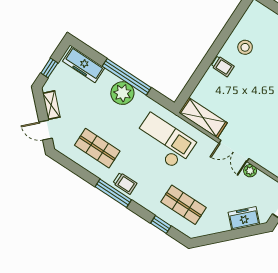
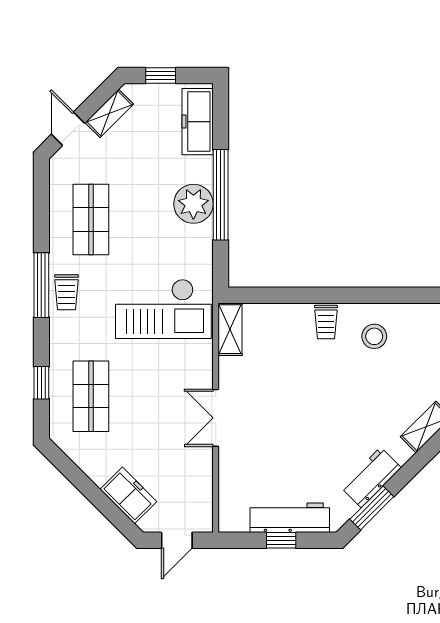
shelving: (203, 118) -> (230, 329), width x0.67, depth x0.75
checkout: (164, 141) -> (163, 309), turned 90
plant: (250, 171) -> (202, 460), removed

